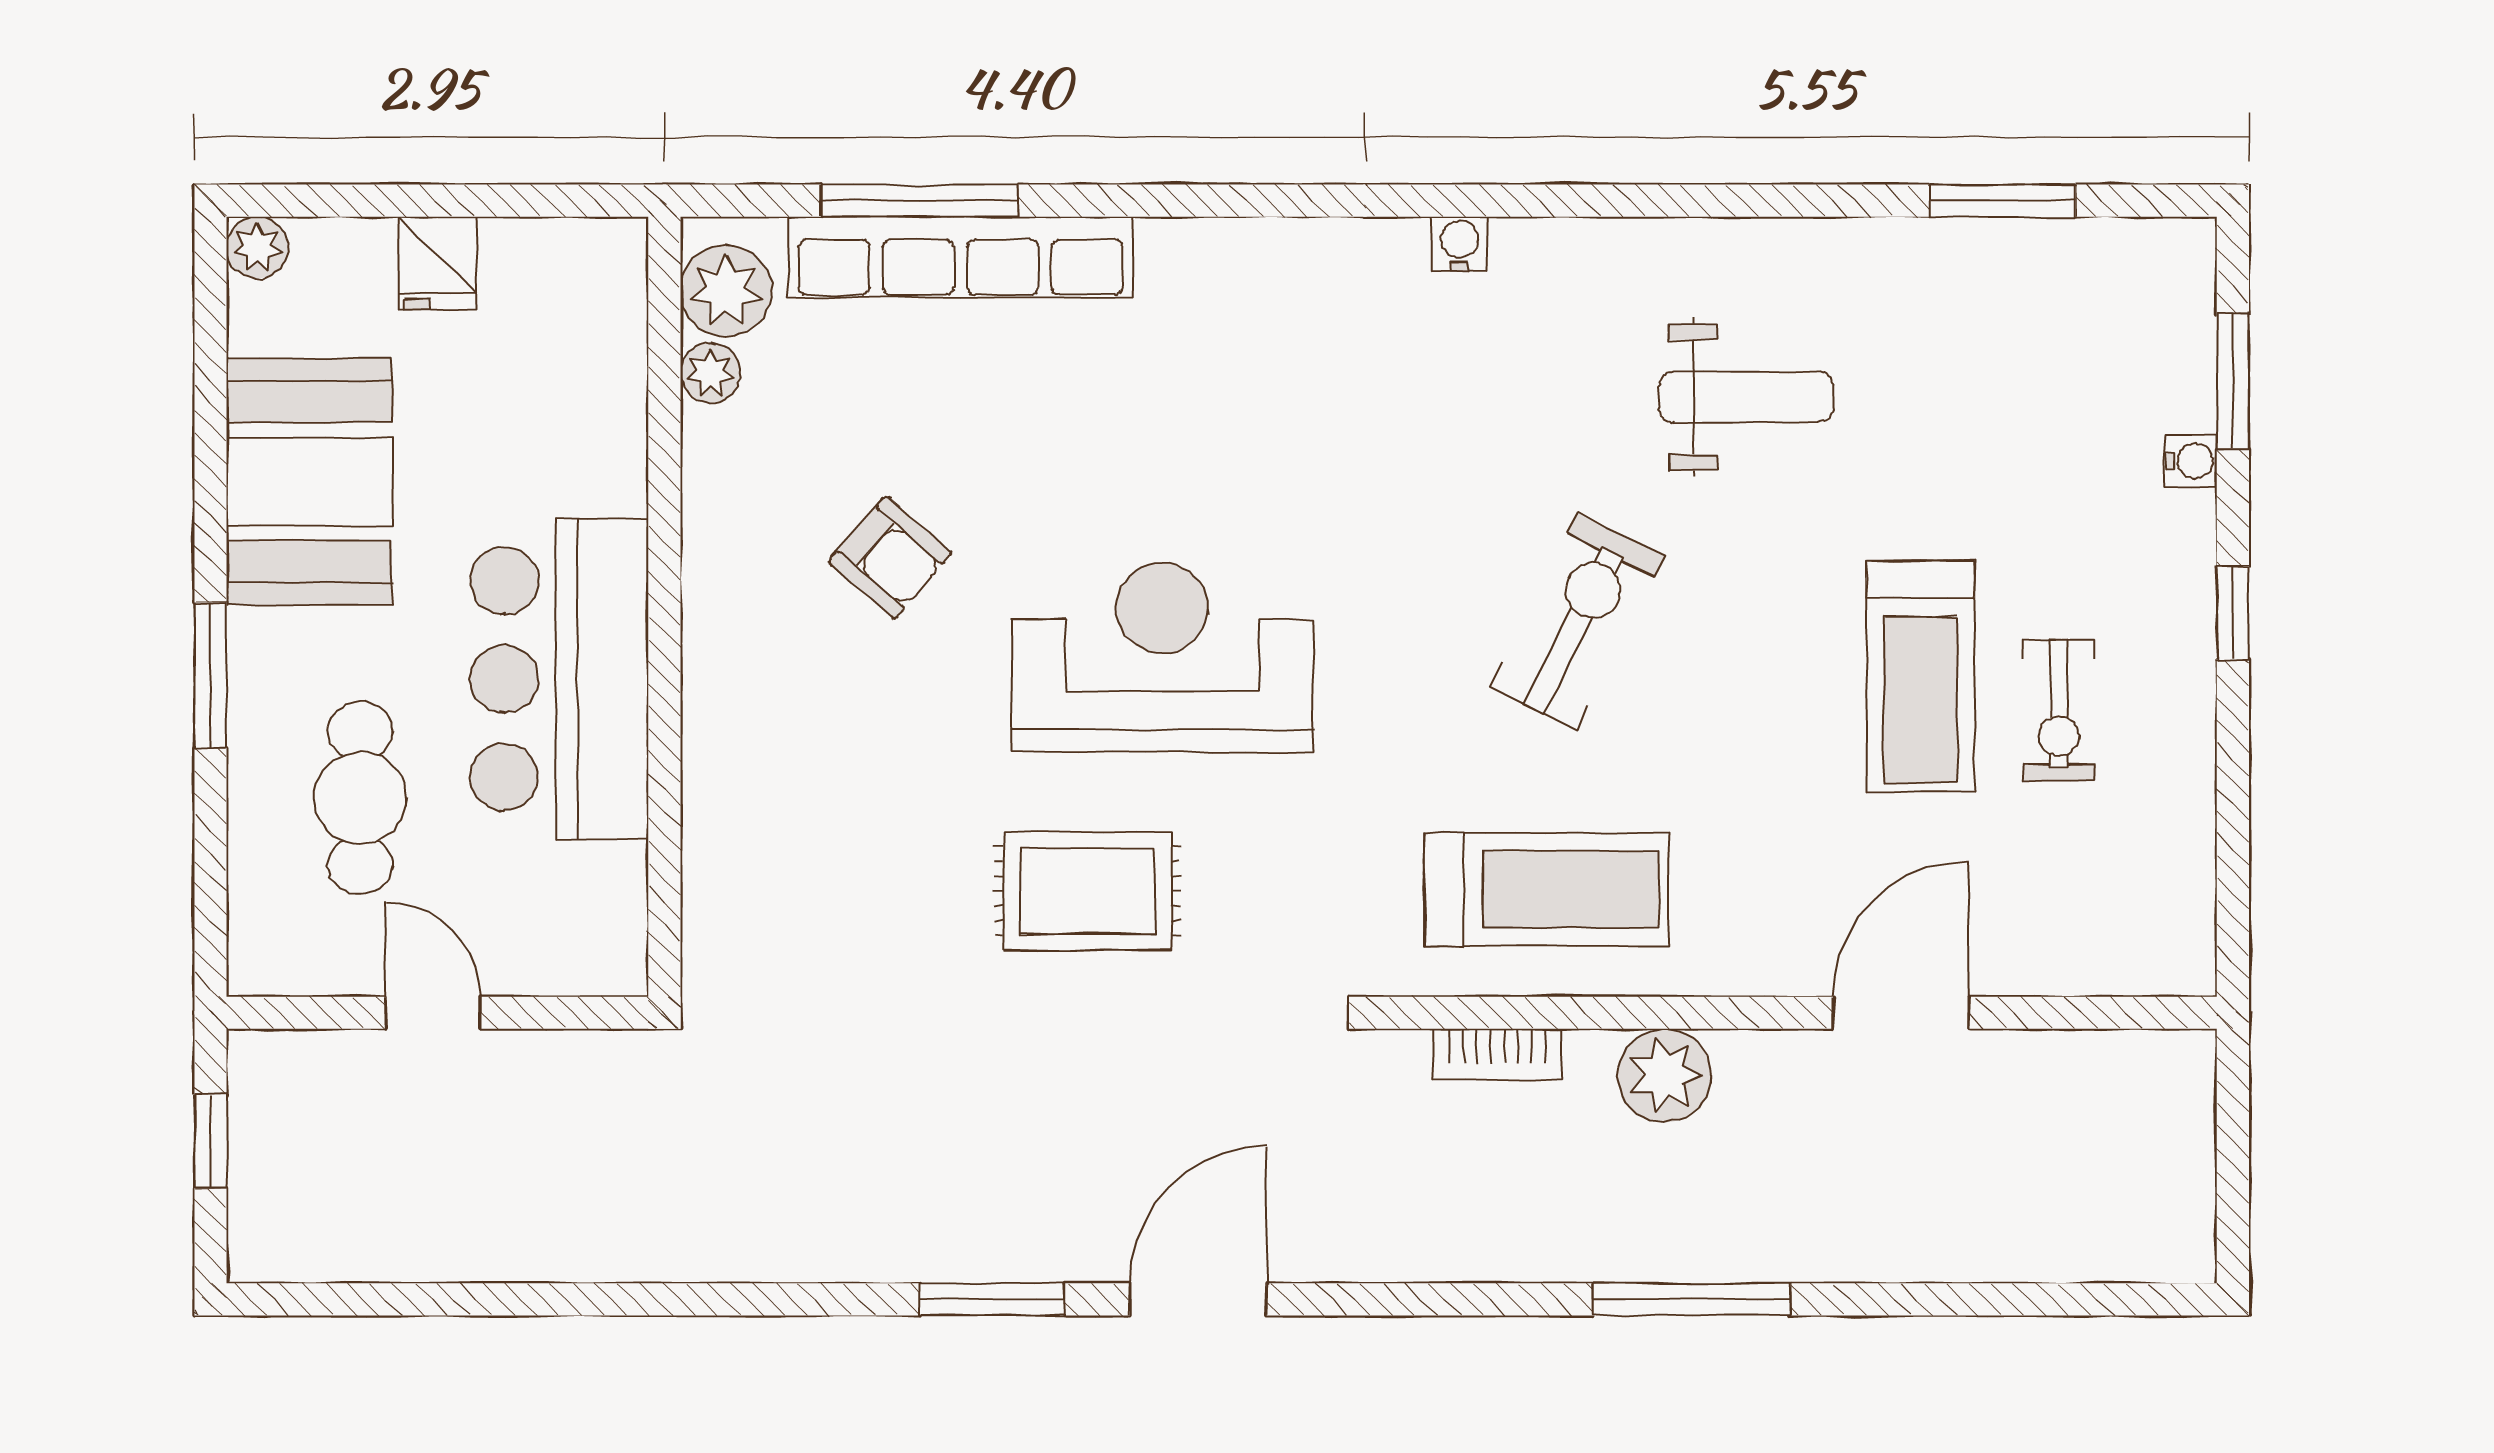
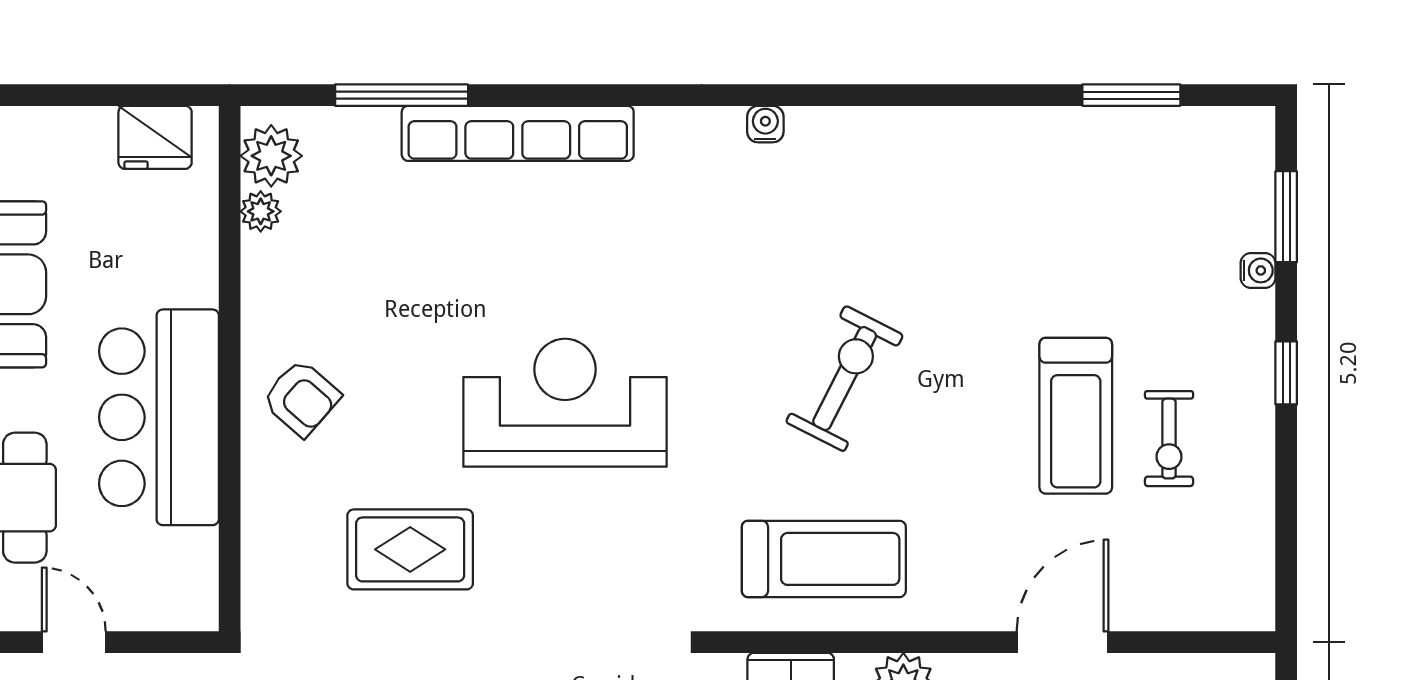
row of seats: (960, 257) -> (518, 133), moved
fridge: (437, 263) -> (155, 137), moved, width x1.38
weight bench: (1746, 397) -> (958, 227), removed
armchair: (890, 557) -> (301, 398), moved
rug: (1088, 891) -> (410, 549), moved

